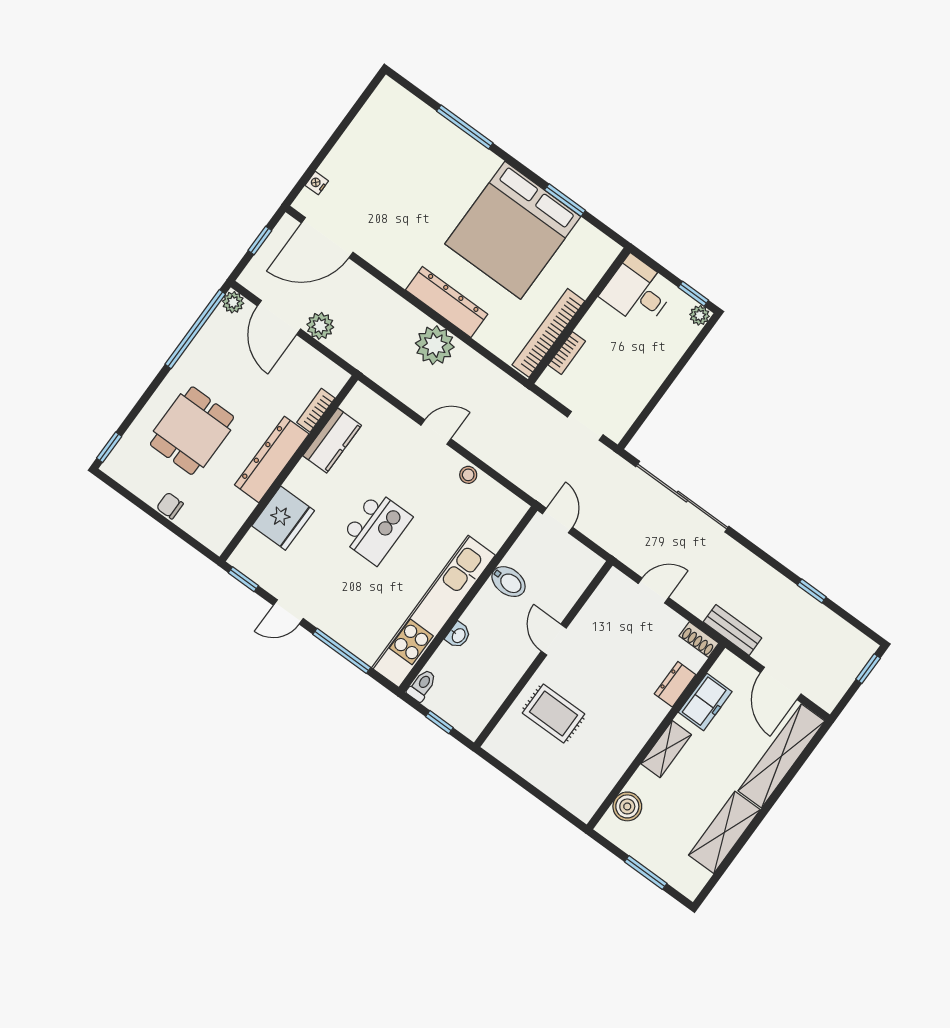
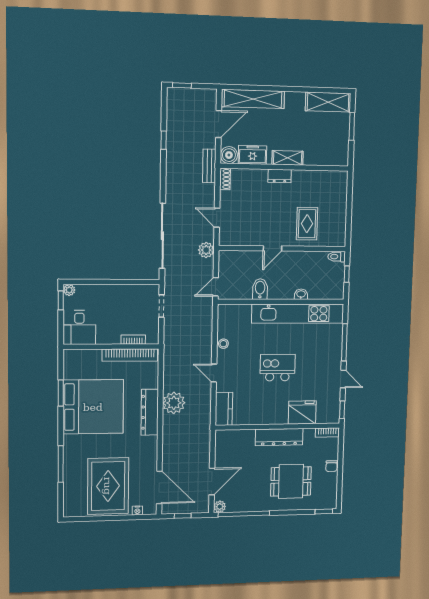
rug: (384, 168) -> (108, 486), added
plant: (320, 326) -> (206, 250), moved
bookcase: (316, 410) -> (327, 432), moved
kitchen counter: (332, 441) -> (224, 409), moved, turned 90
dresser: (675, 684) -> (280, 176), moved
toilet: (422, 685) -> (337, 257), moved
boiler: (627, 806) -> (229, 155), moved
shelving: (724, 832) -> (328, 102), moved

